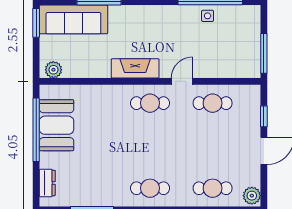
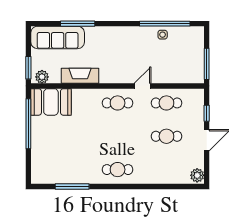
window: (36, 23) -> (28, 68), moved
fireplace: (135, 68) -> (80, 76), moved
booth: (57, 125) -> (51, 102), moved, turned 90
dresser: (47, 183) -> (37, 165), removed
cafe table: (213, 188) -> (166, 136), moved

